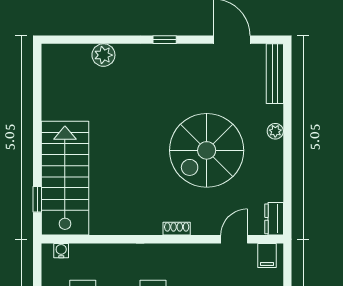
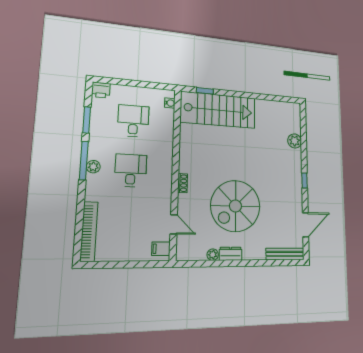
plant: (275, 131) -> (213, 255), moved
spiral stairs: (207, 150) -> (235, 206), turned -90
dresser: (274, 219) -> (231, 254), moved

